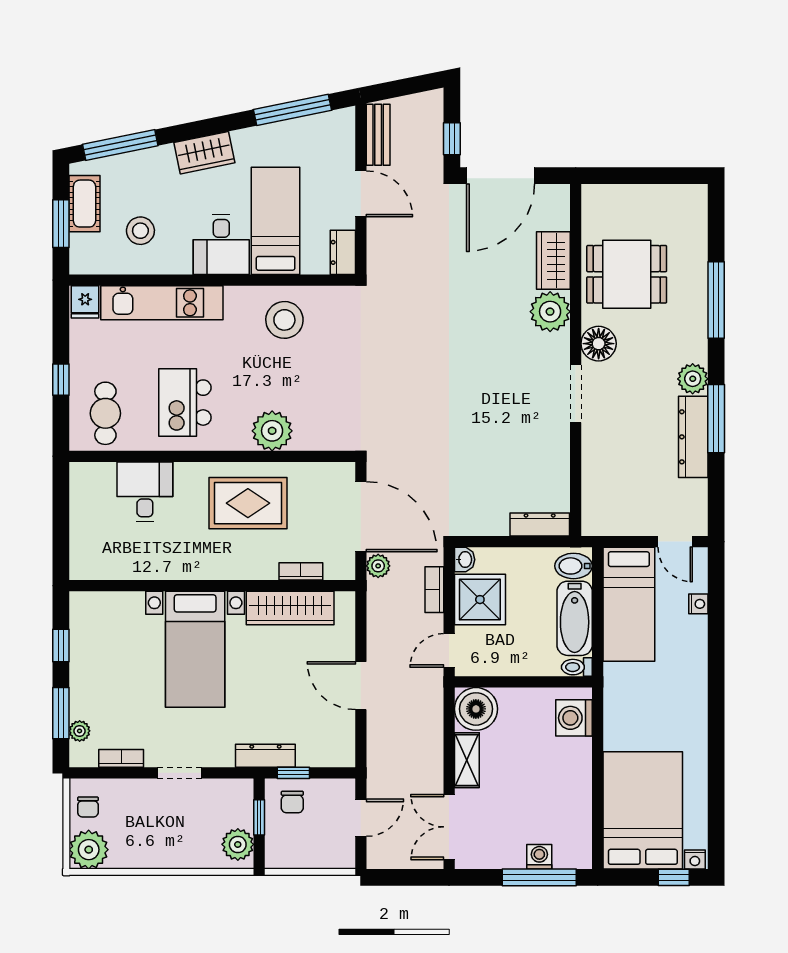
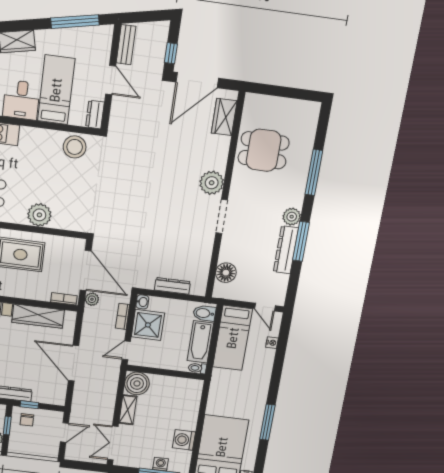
wardrobe: (553, 261) -> (224, 117), moved
plant: (550, 312) -> (212, 183), moved
stool: (284, 320) -> (75, 147), moved
floor lamp: (599, 344) -> (226, 273), moved
dresser: (540, 525) -> (172, 286), moved
bookcase: (301, 571) -> (64, 299), moved
door: (361, 686) -> (73, 363), width x1.36
washing machine: (574, 718) -> (184, 440), moved
window: (716, 752) -> (267, 422), added

